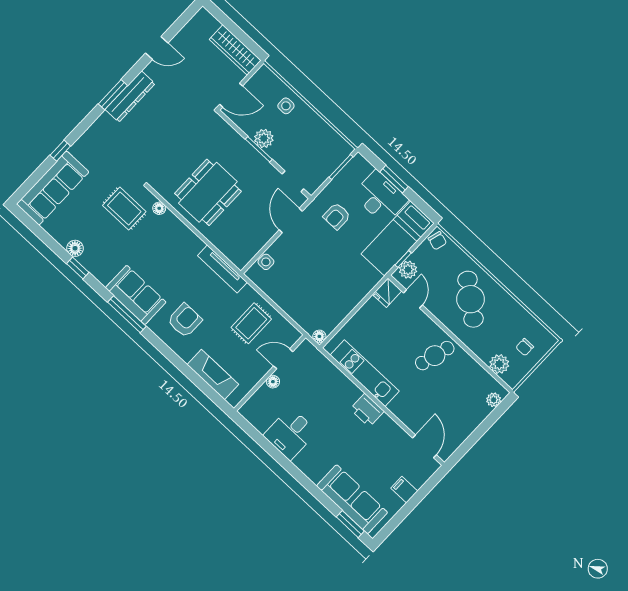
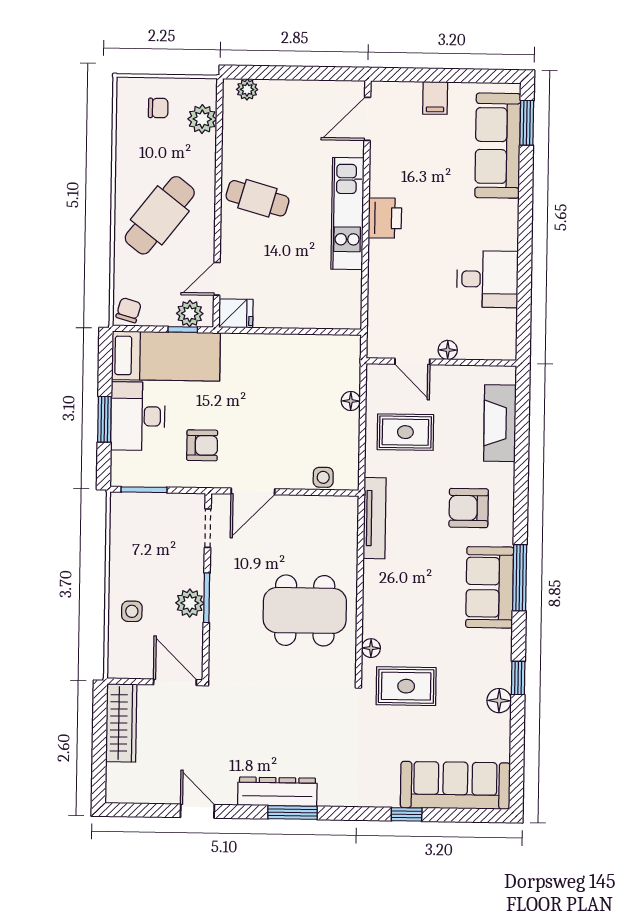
rug: (124, 209) -> (406, 686), turned 90
floor lamp: (319, 336) -> (351, 401), moved
kitchen unit: (365, 373) -> (347, 214), moved

